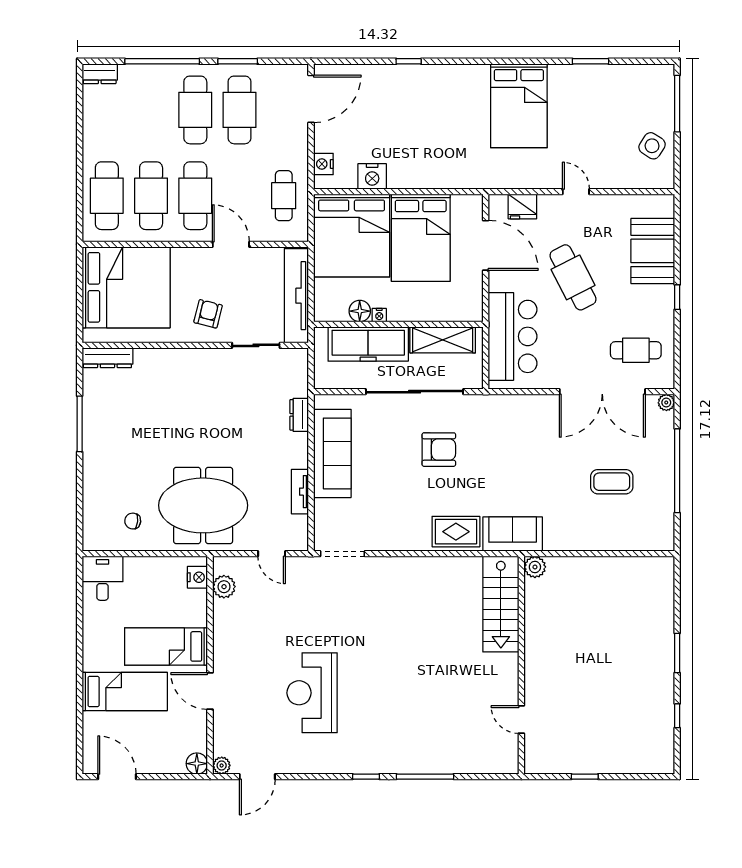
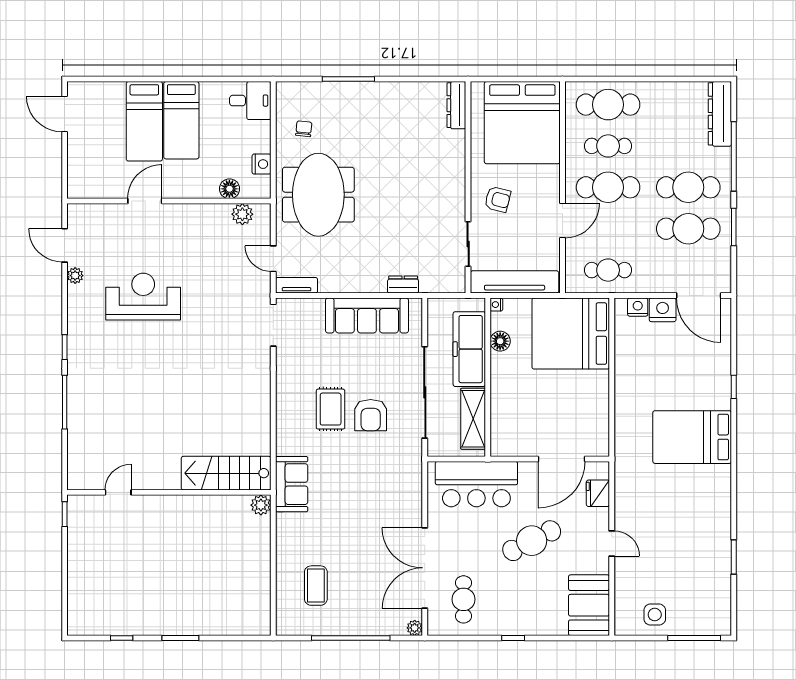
dresser: (100, 74) -> (720, 114), width x1.96, depth x1.24
bed: (519, 106) -> (692, 437), moved
side table: (652, 146) -> (655, 615), turned -33
nightstand: (372, 176) -> (663, 310), moved, turned 90
door: (576, 192) -> (612, 543), hinge flipped
cafe table: (151, 196) -> (608, 146), width x0.73, depth x0.74
bed: (421, 238) -> (569, 398), removed
booth: (653, 251) -> (589, 605), moved, turned 90
nightstand: (379, 315) -> (496, 305), moved
window: (80, 424) -> (348, 79), moved
coffee table: (612, 482) -> (316, 586), moved
tv unit: (300, 492) -> (297, 285), moved
rug: (456, 532) -> (331, 409), moved
door: (272, 554) -> (273, 259), hinge flipped
nightstand: (197, 577) -> (262, 164), moved, turned -90
bed: (166, 646) -> (181, 120), moved, turned 180
floor lamp: (197, 764) -> (229, 189), moved
plant: (222, 765) -> (75, 276), moved
door: (117, 777) -> (65, 114), swing flipped
window: (585, 777) -> (65, 514), moved

